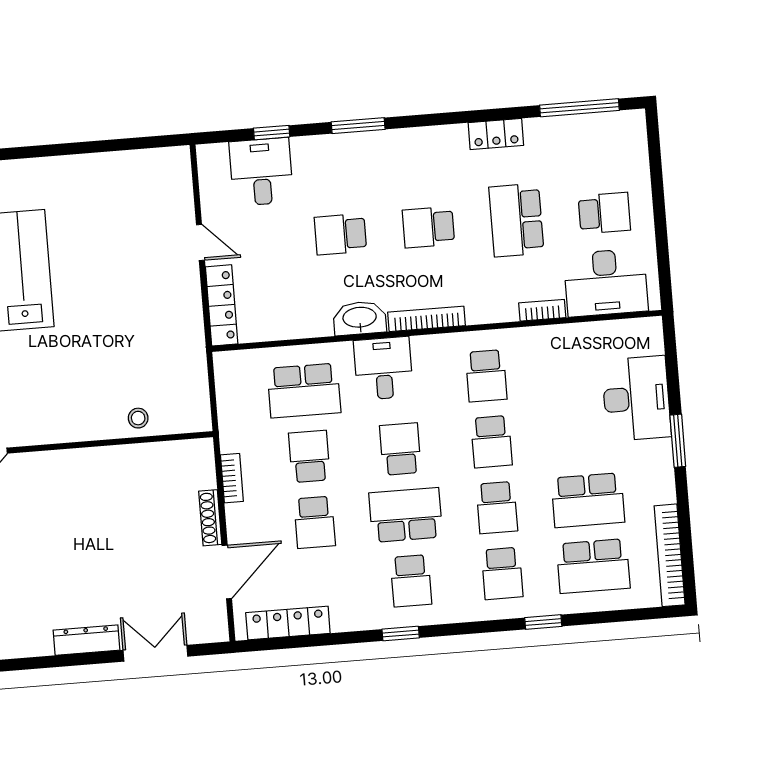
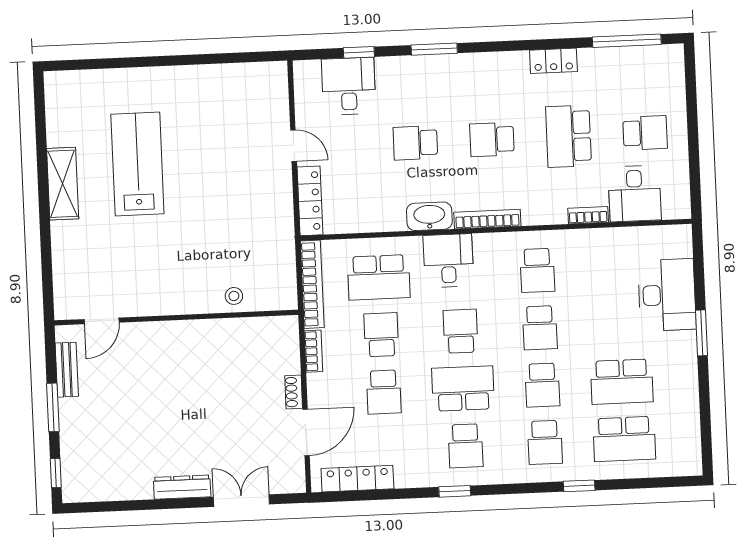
desk: (606, 283) -> (635, 194), width x0.73
shoe rack: (210, 518) -> (294, 392), width x0.70
bookcase: (670, 555) -> (312, 284), moved, turned 180

